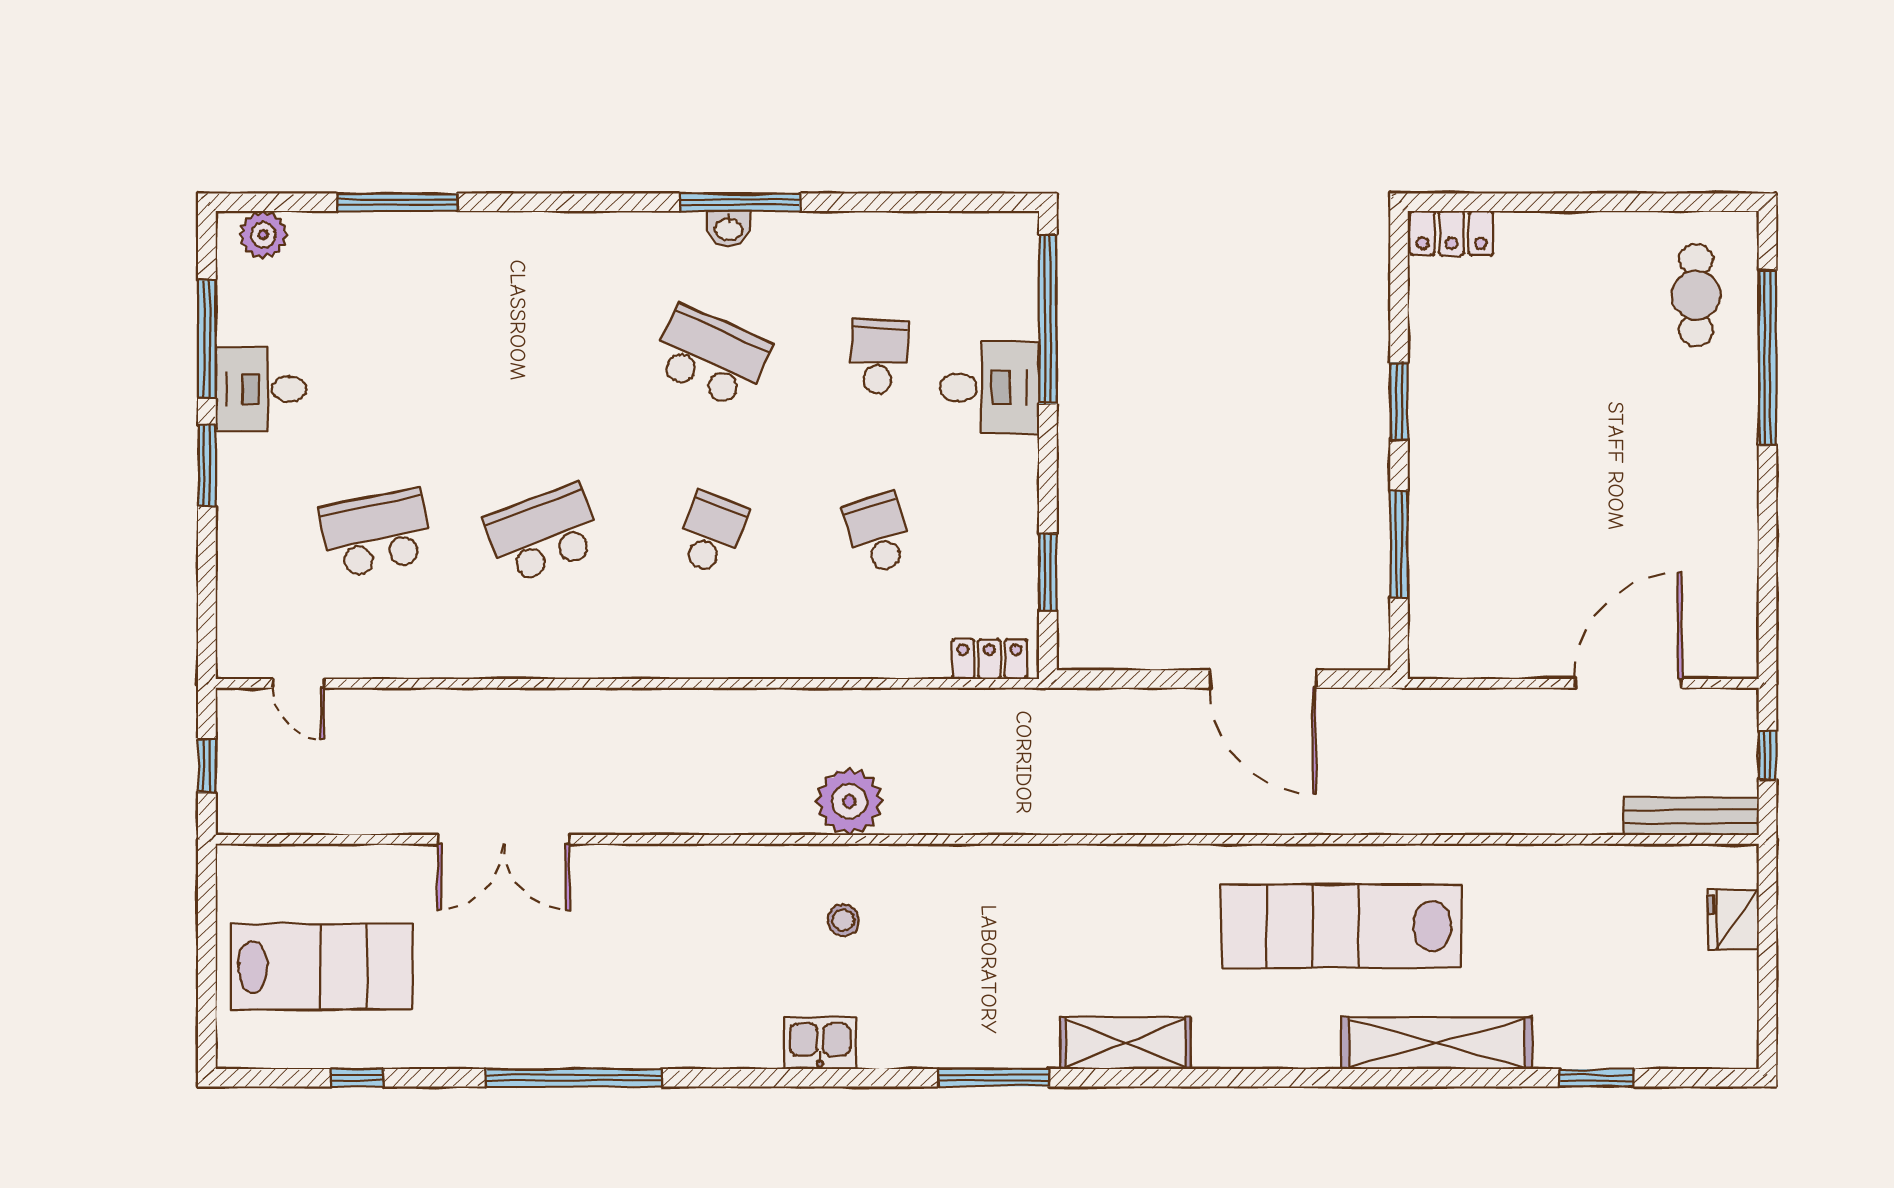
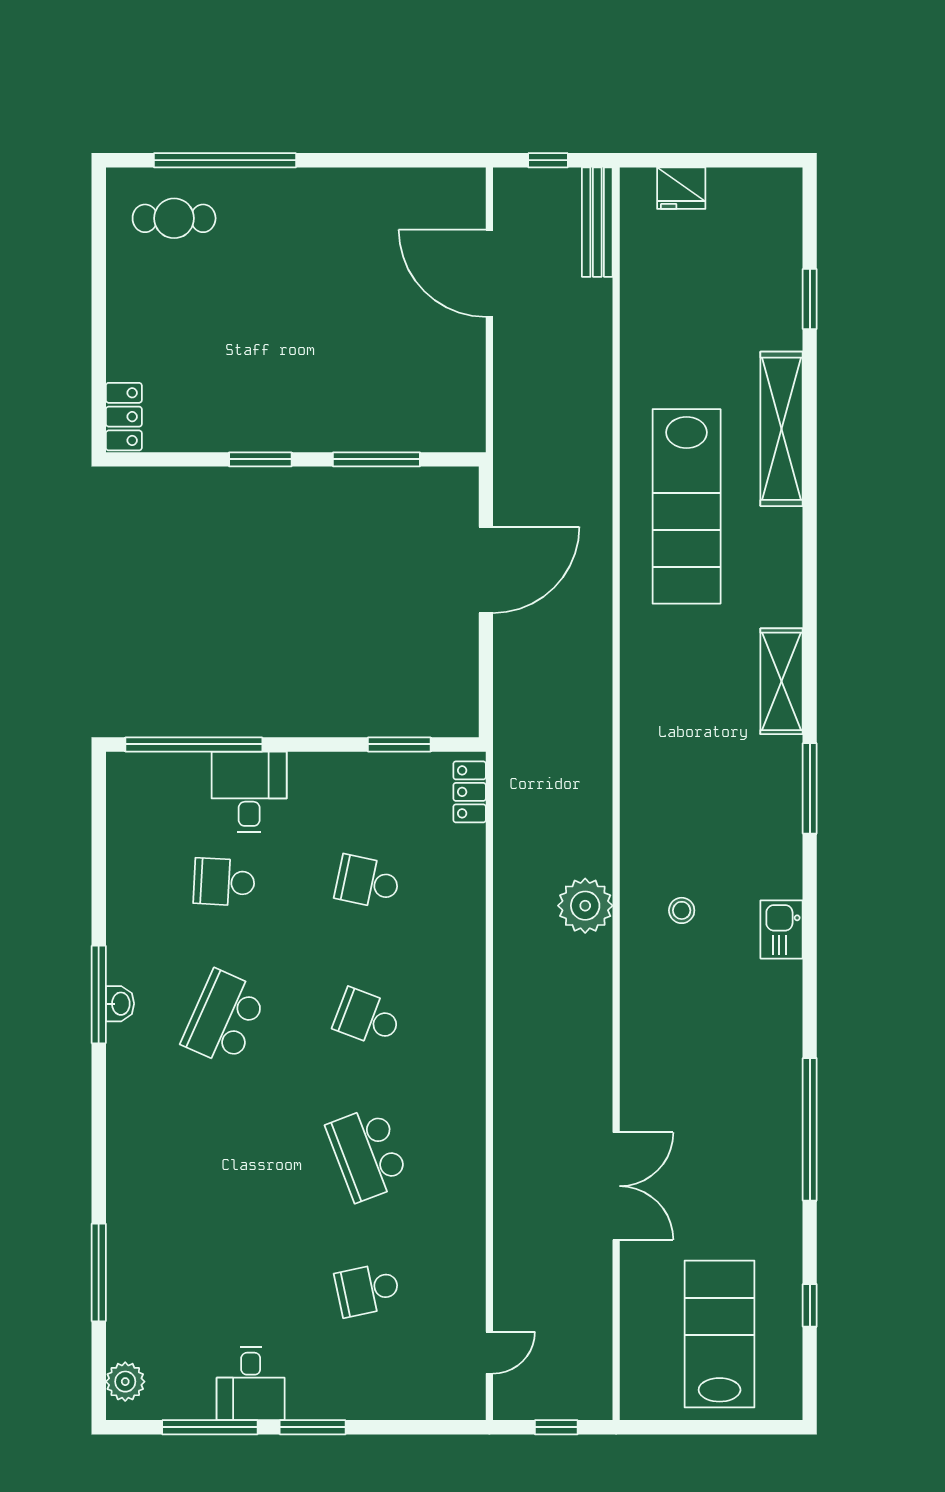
school desk: (376, 533) -> (368, 1290), width x0.54
school desk: (878, 533) -> (368, 882), turned 30

